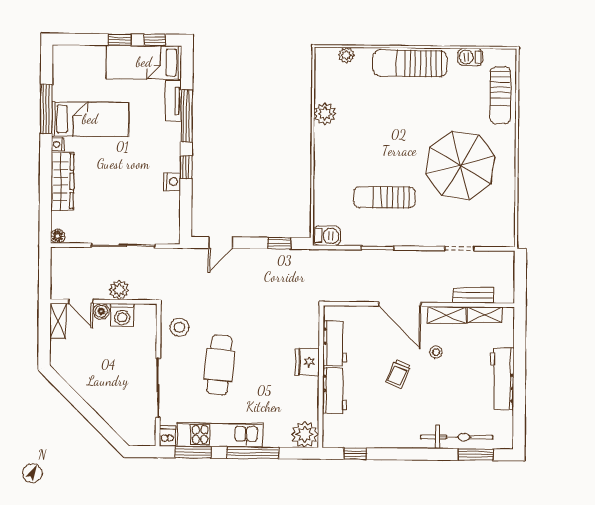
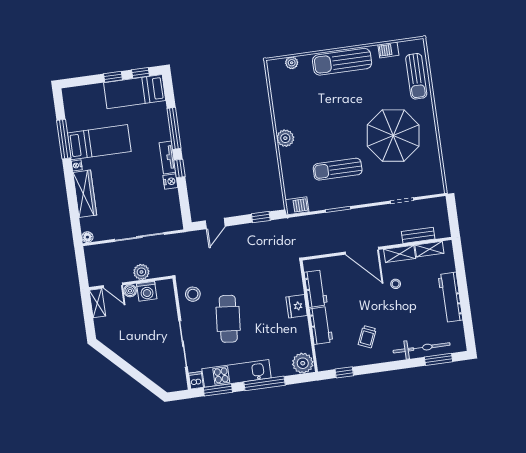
tv unit: (173, 101) -> (167, 157), moved
plant: (325, 114) -> (285, 138), moved
trolley: (398, 374) -> (367, 337), moved

